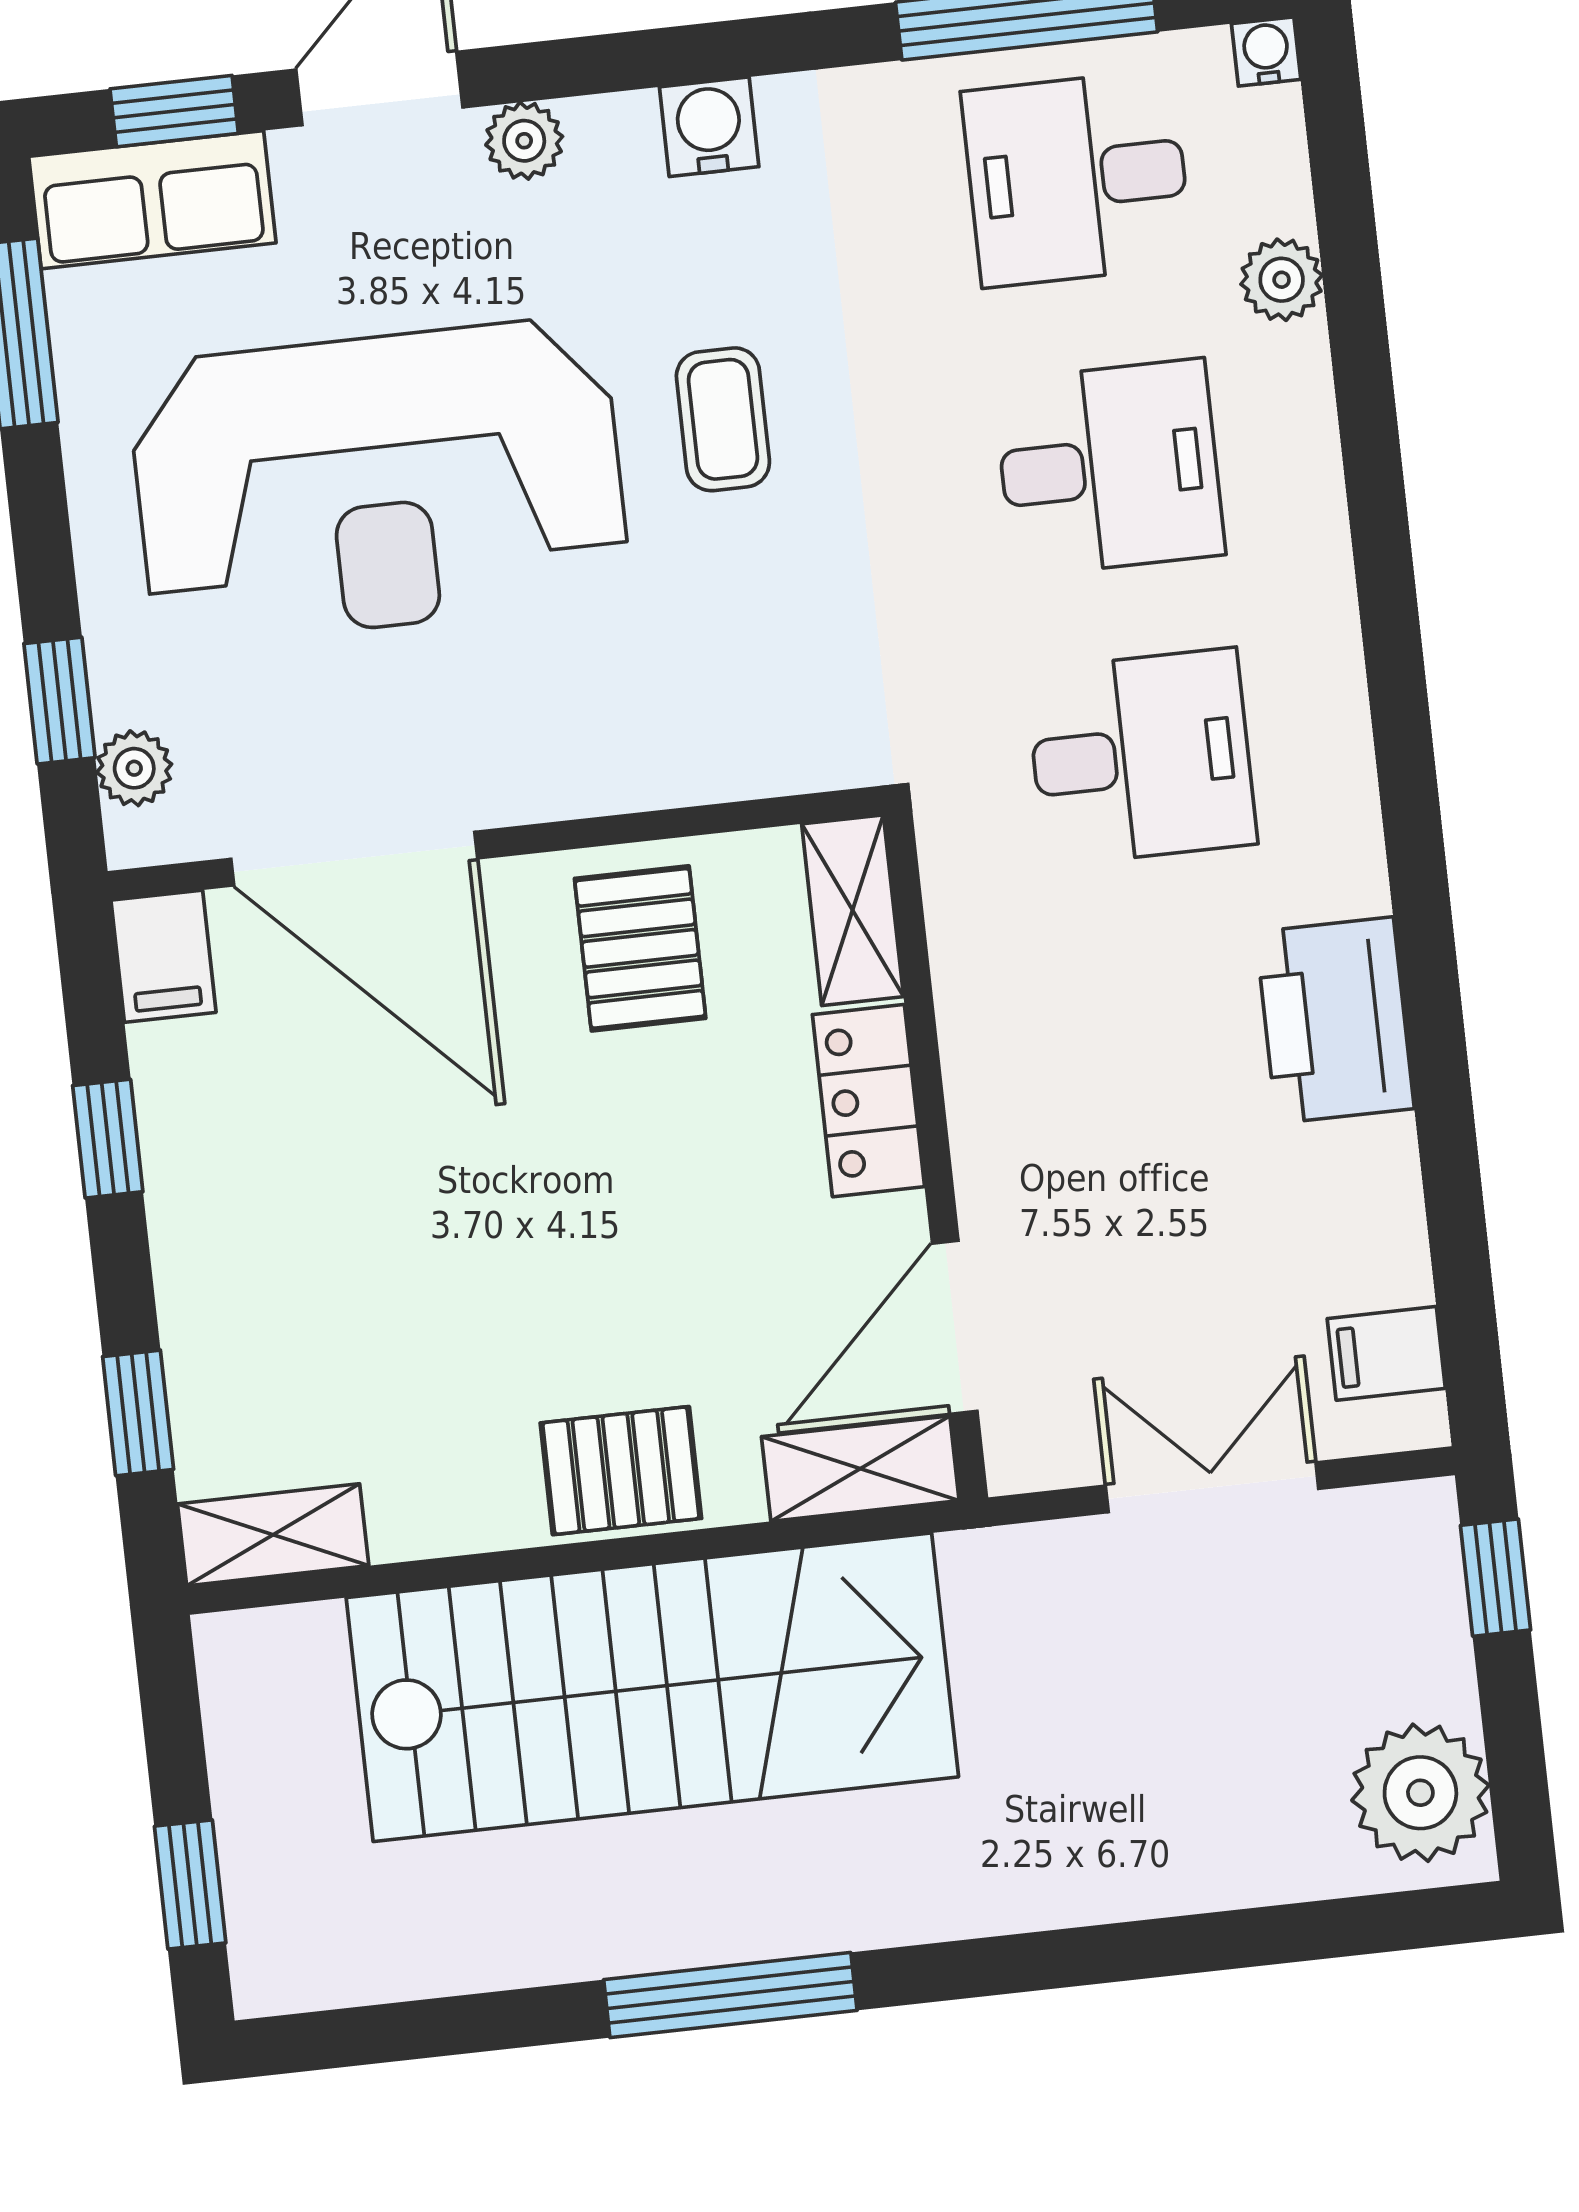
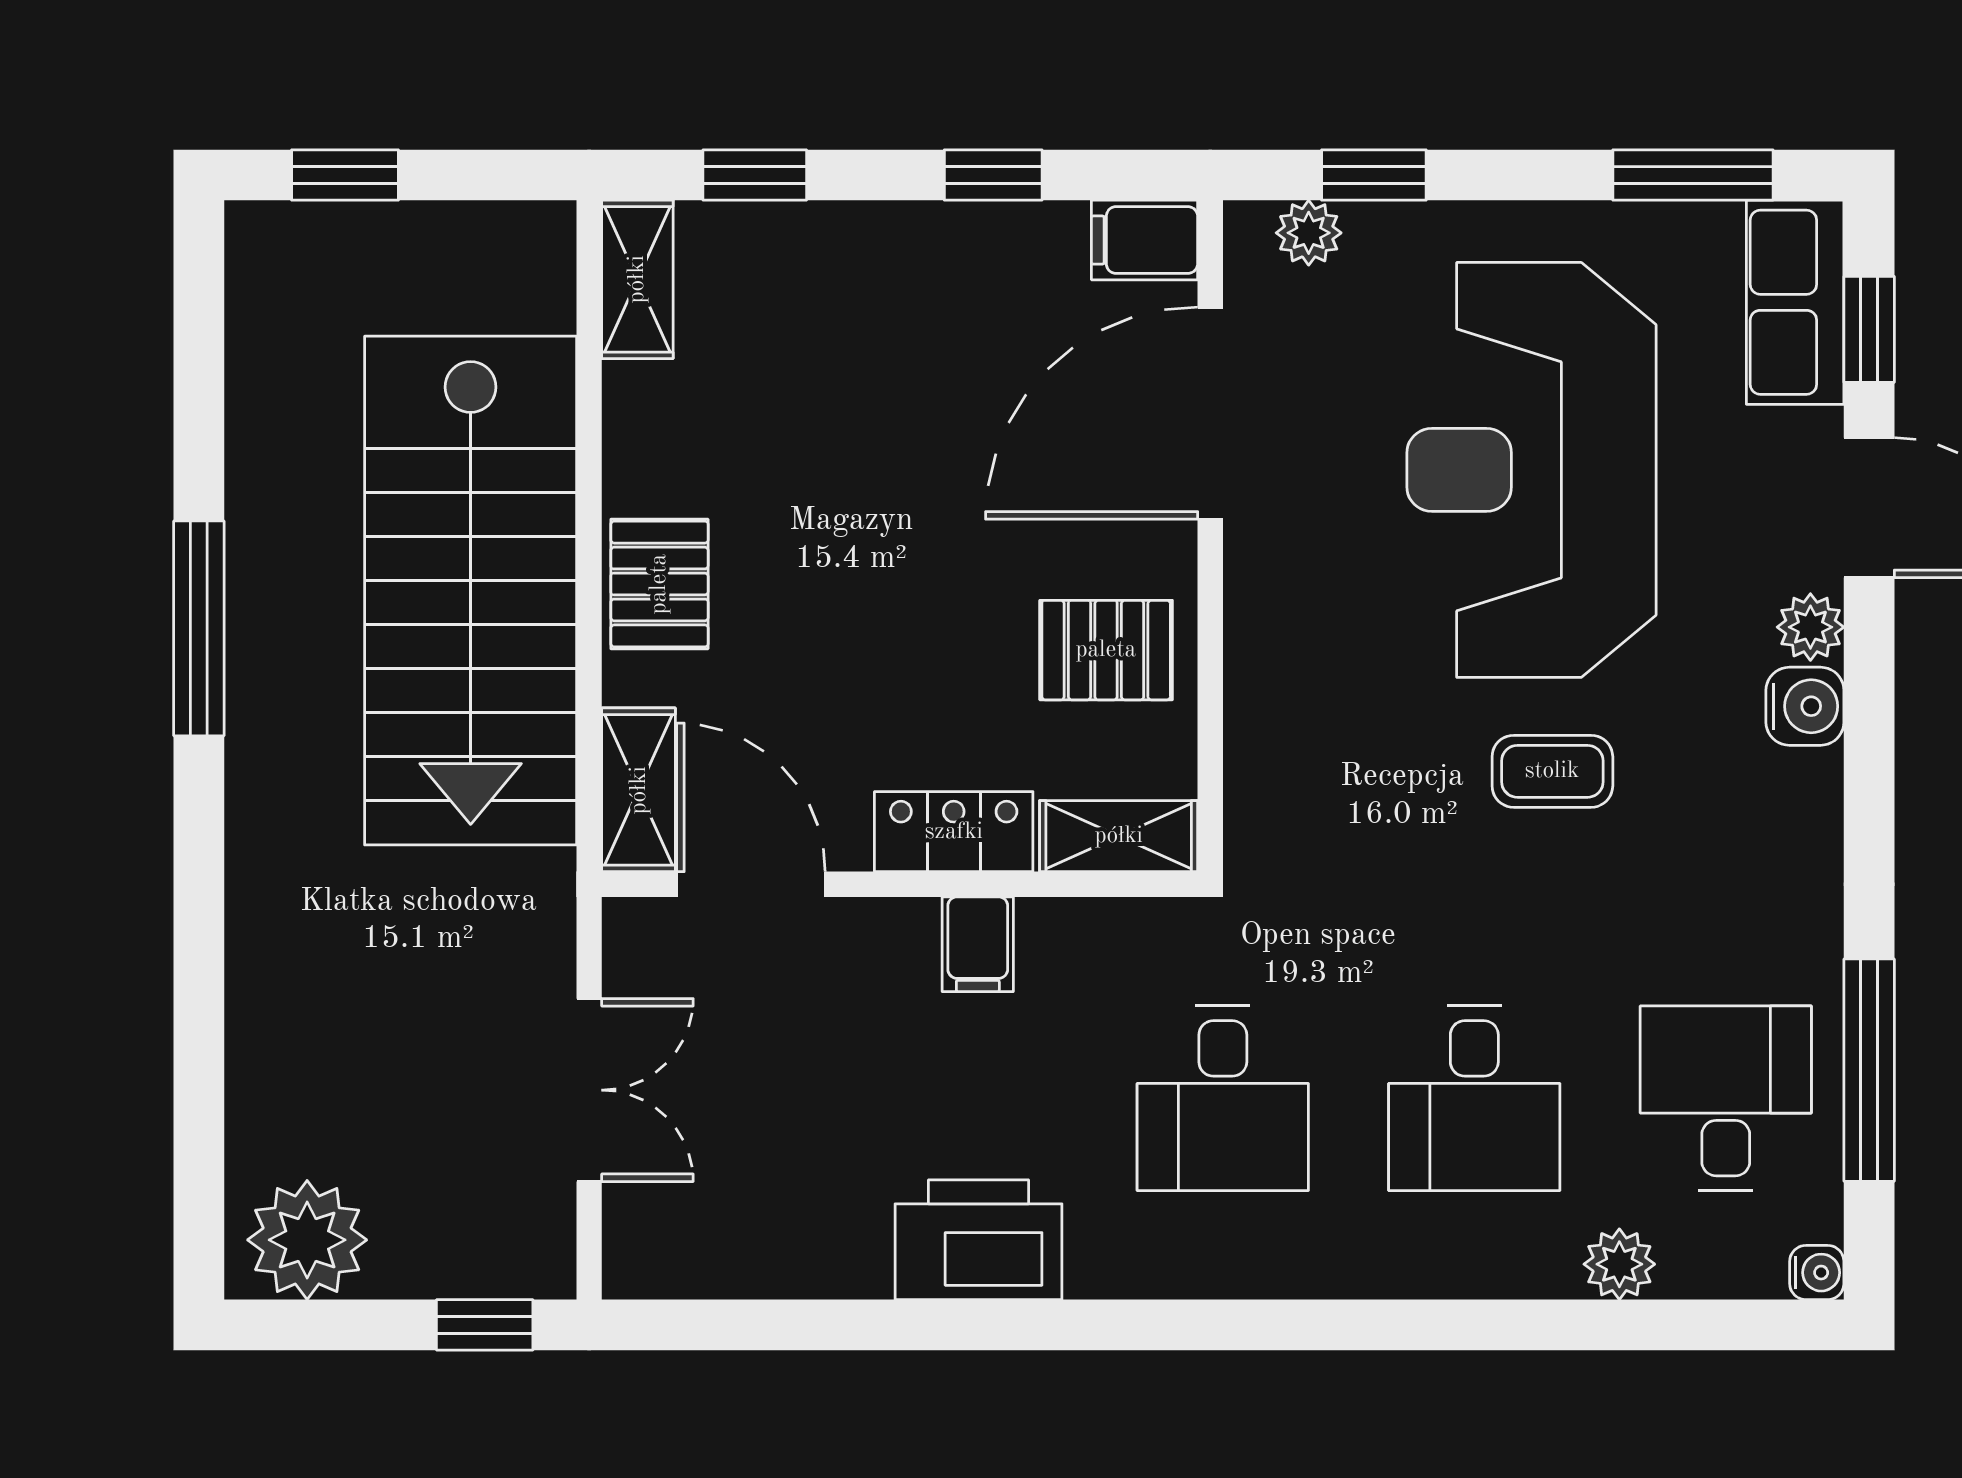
water cooler: (709, 127) -> (1805, 706), moved
filing cabinet: (1386, 1353) -> (978, 944), moved, turned 180

